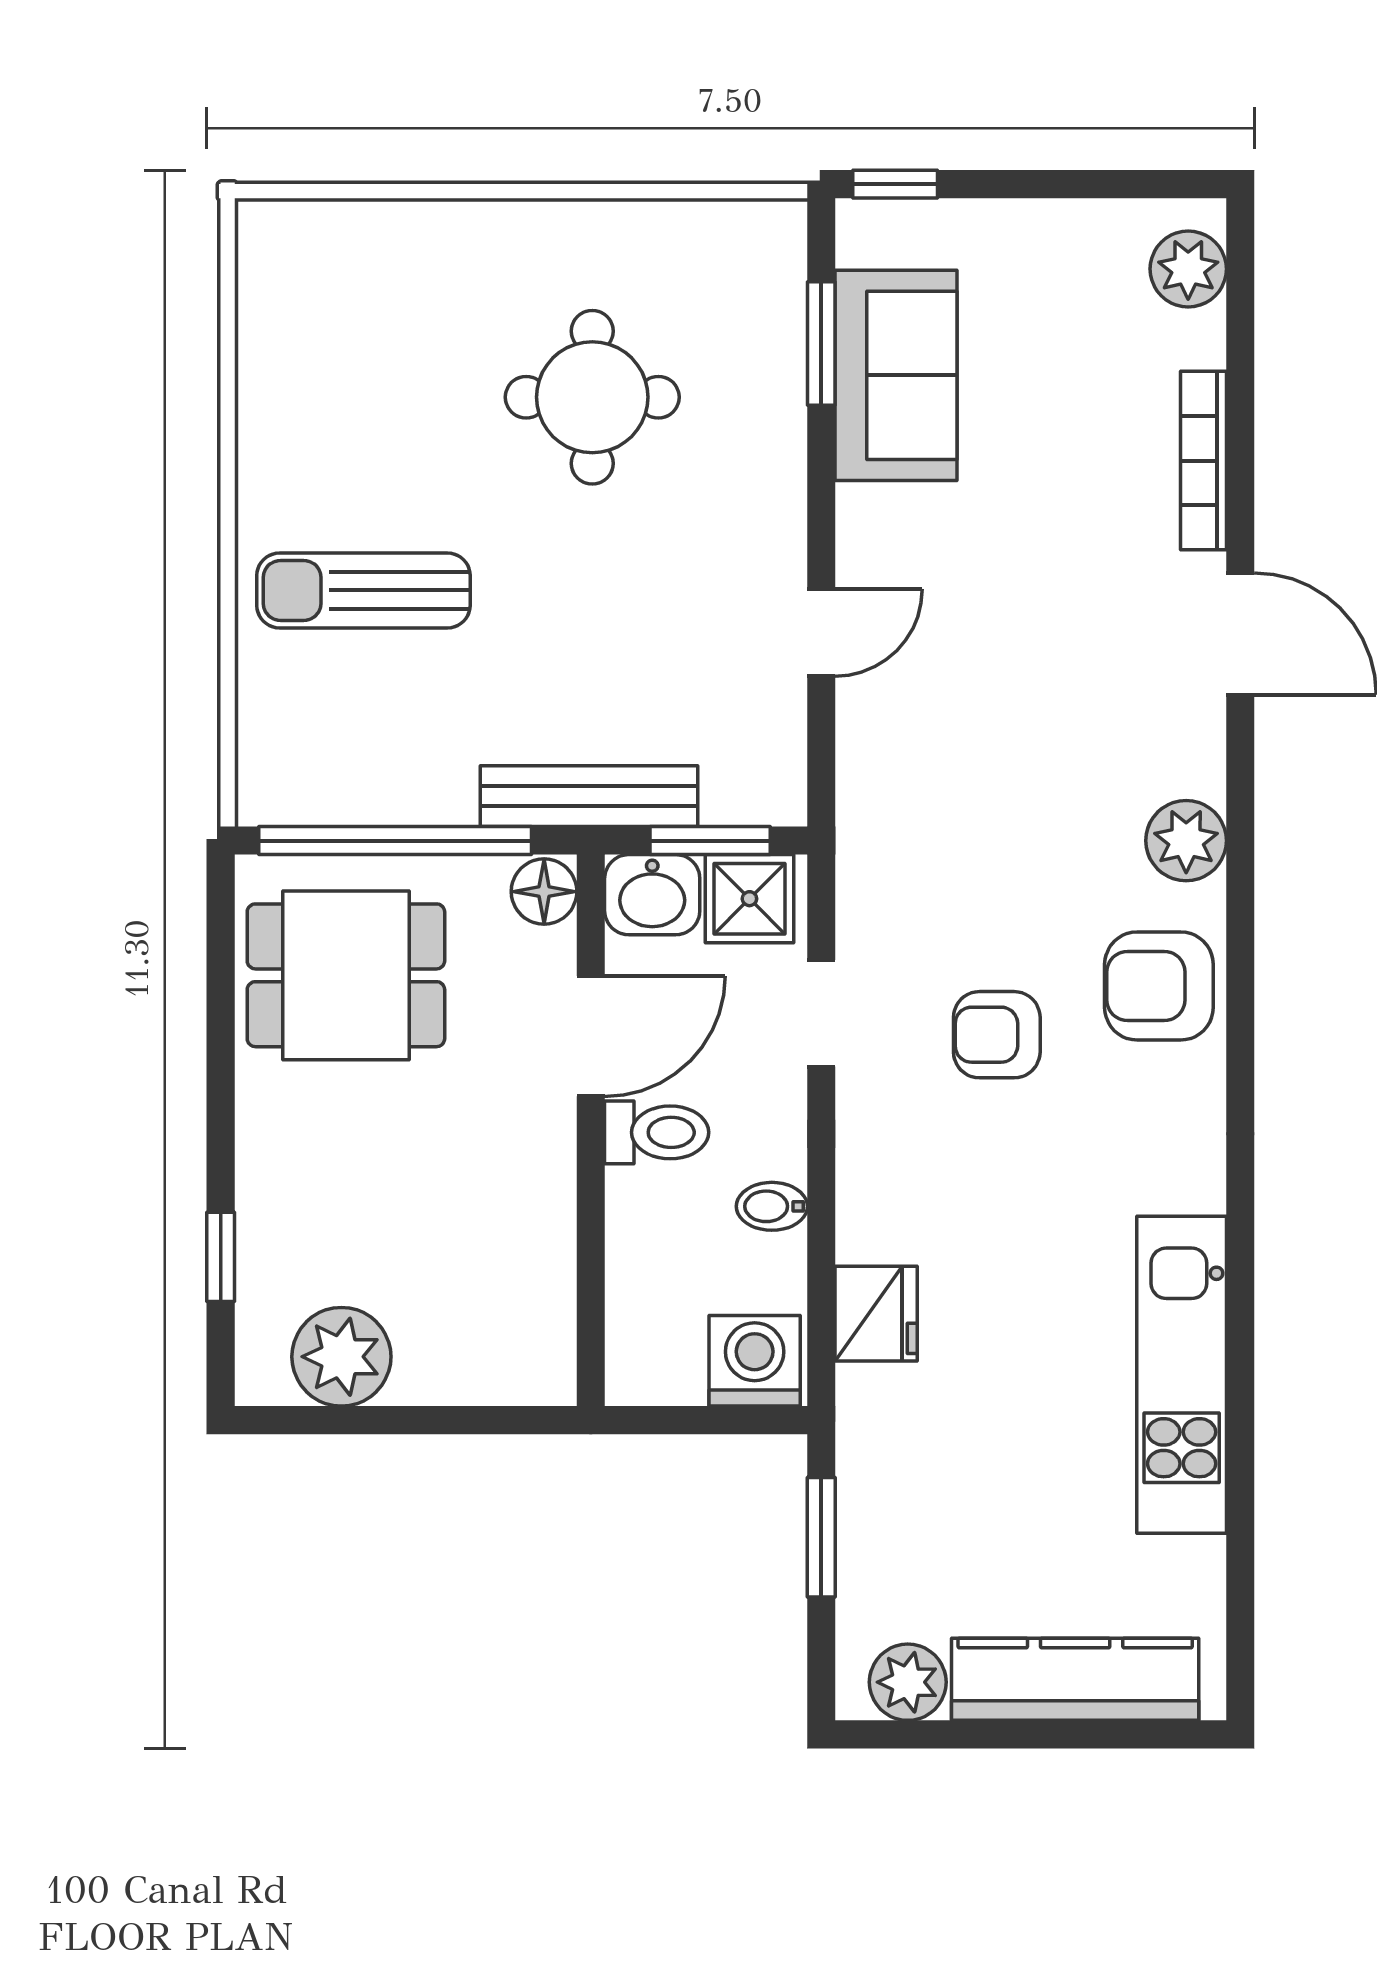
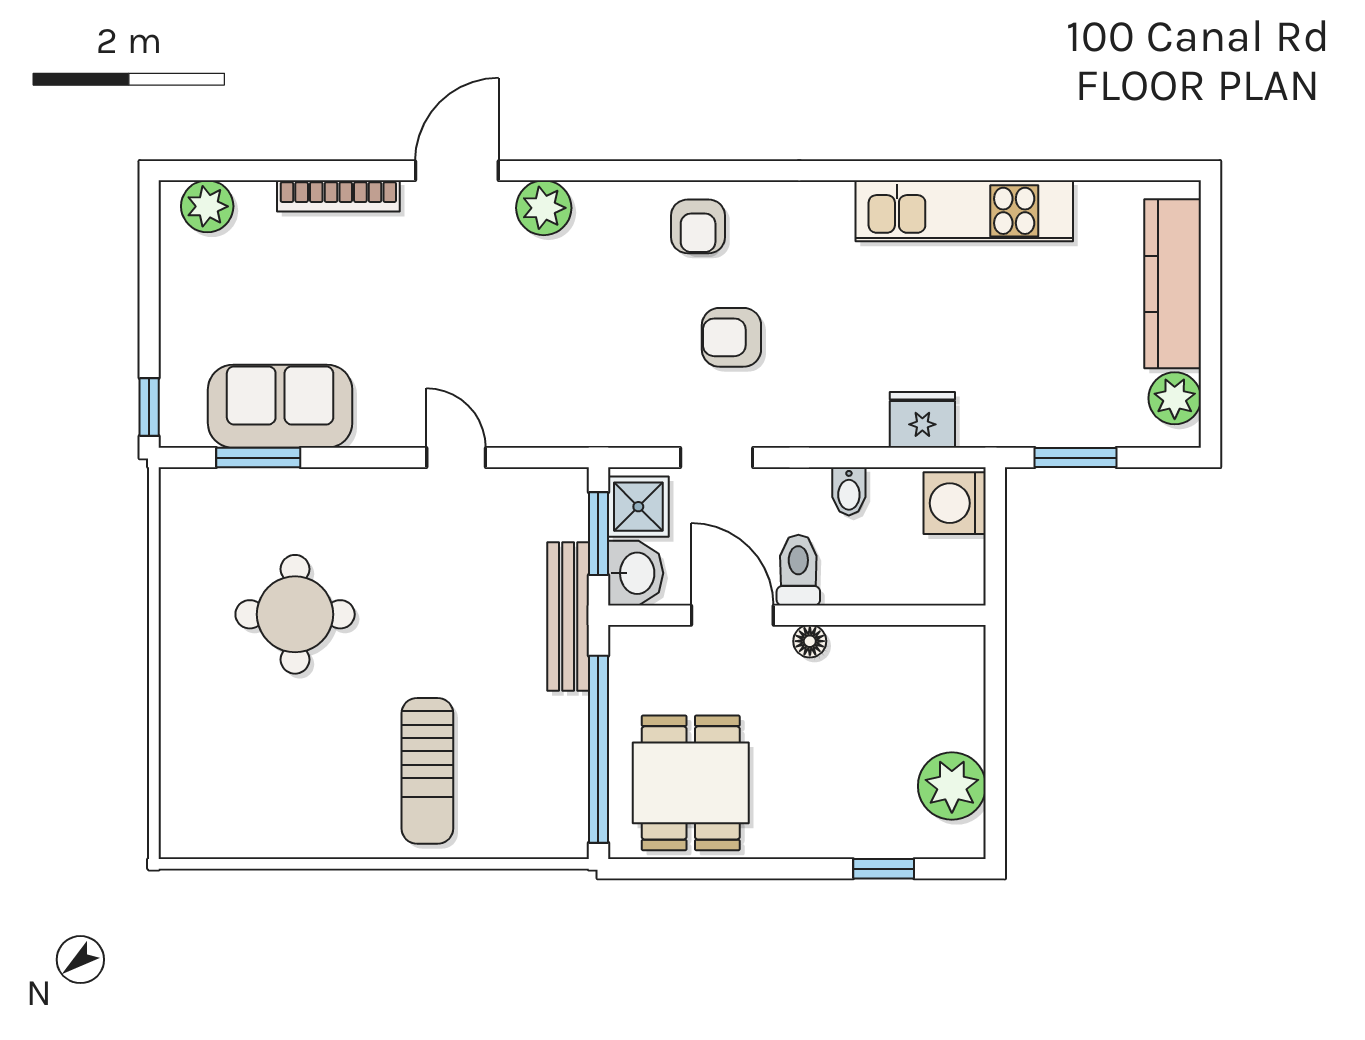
plant: (1186, 841) -> (544, 208), moved
floor lamp: (544, 892) -> (810, 641), moved, width x0.73, depth x0.73
armchair: (1159, 986) -> (698, 226), width x0.72, depth x0.72
armchair: (997, 1035) -> (731, 337), turned 90

